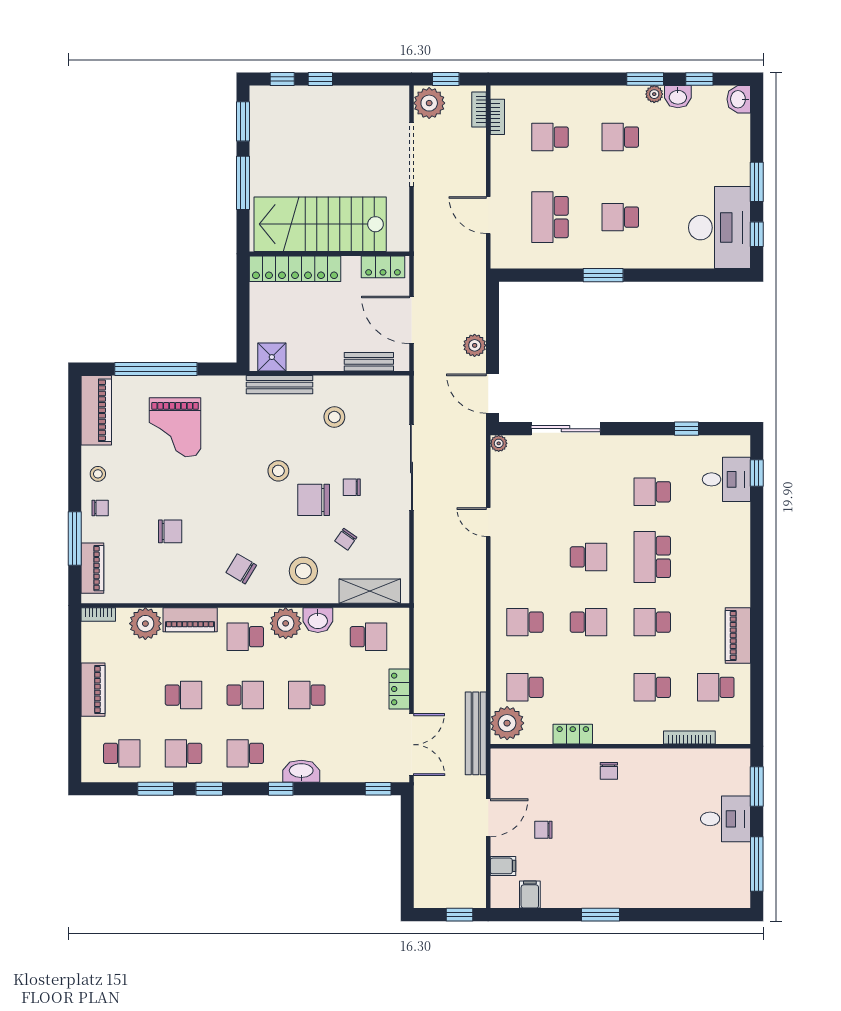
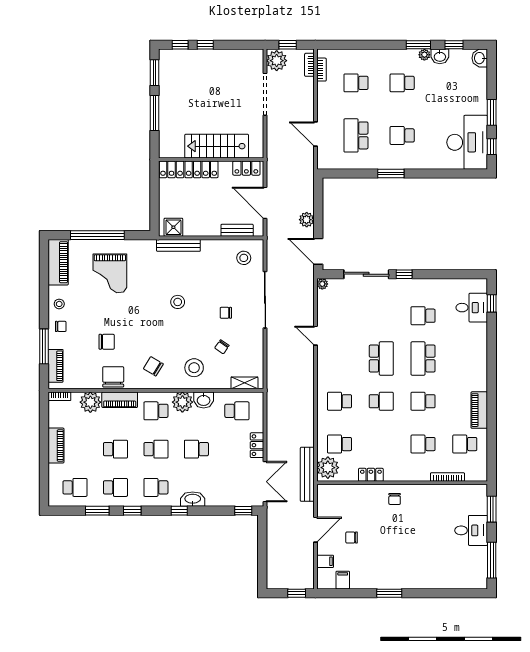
stairs: (320, 224) -> (217, 146), width x0.73, depth x0.66
stool: (334, 417) -> (244, 258), moved
window: (686, 429) -> (404, 274), moved
chair: (314, 500) -> (113, 377), moved, turned 90
school desk: (589, 557) -> (381, 358), width x1.85
shelving: (370, 591) -> (244, 383), width x0.67, depth x0.75
school desk: (183, 753) -> (115, 487), turned 180

